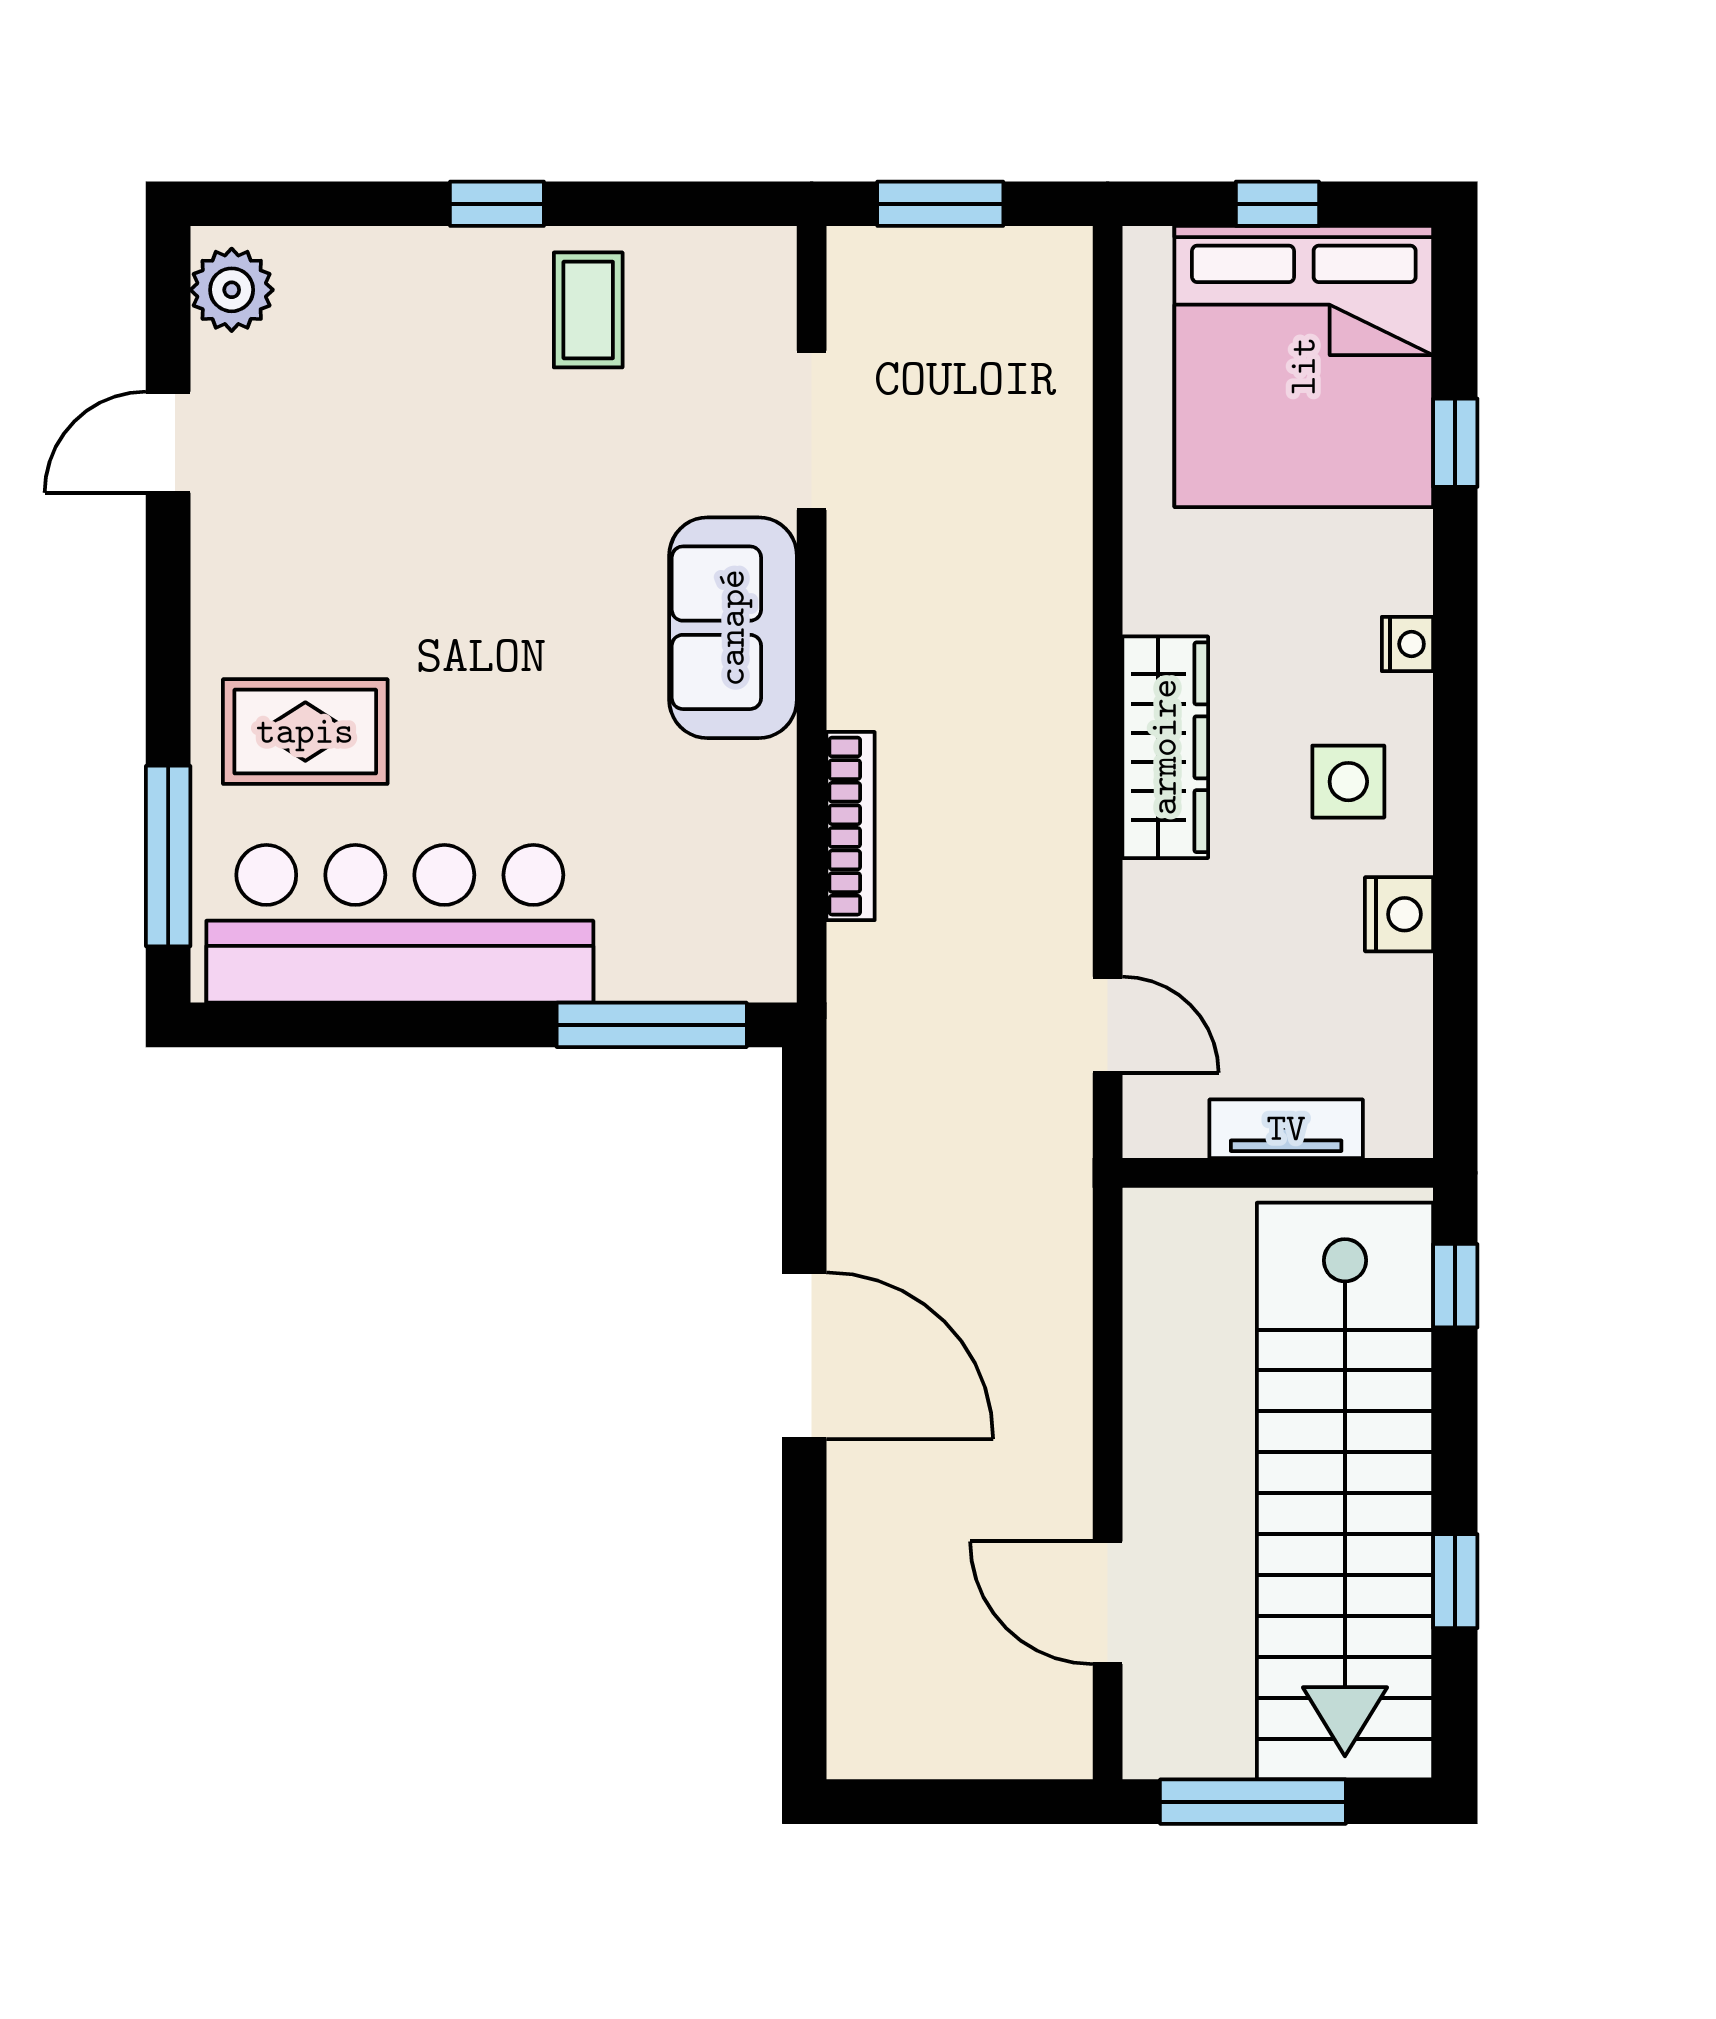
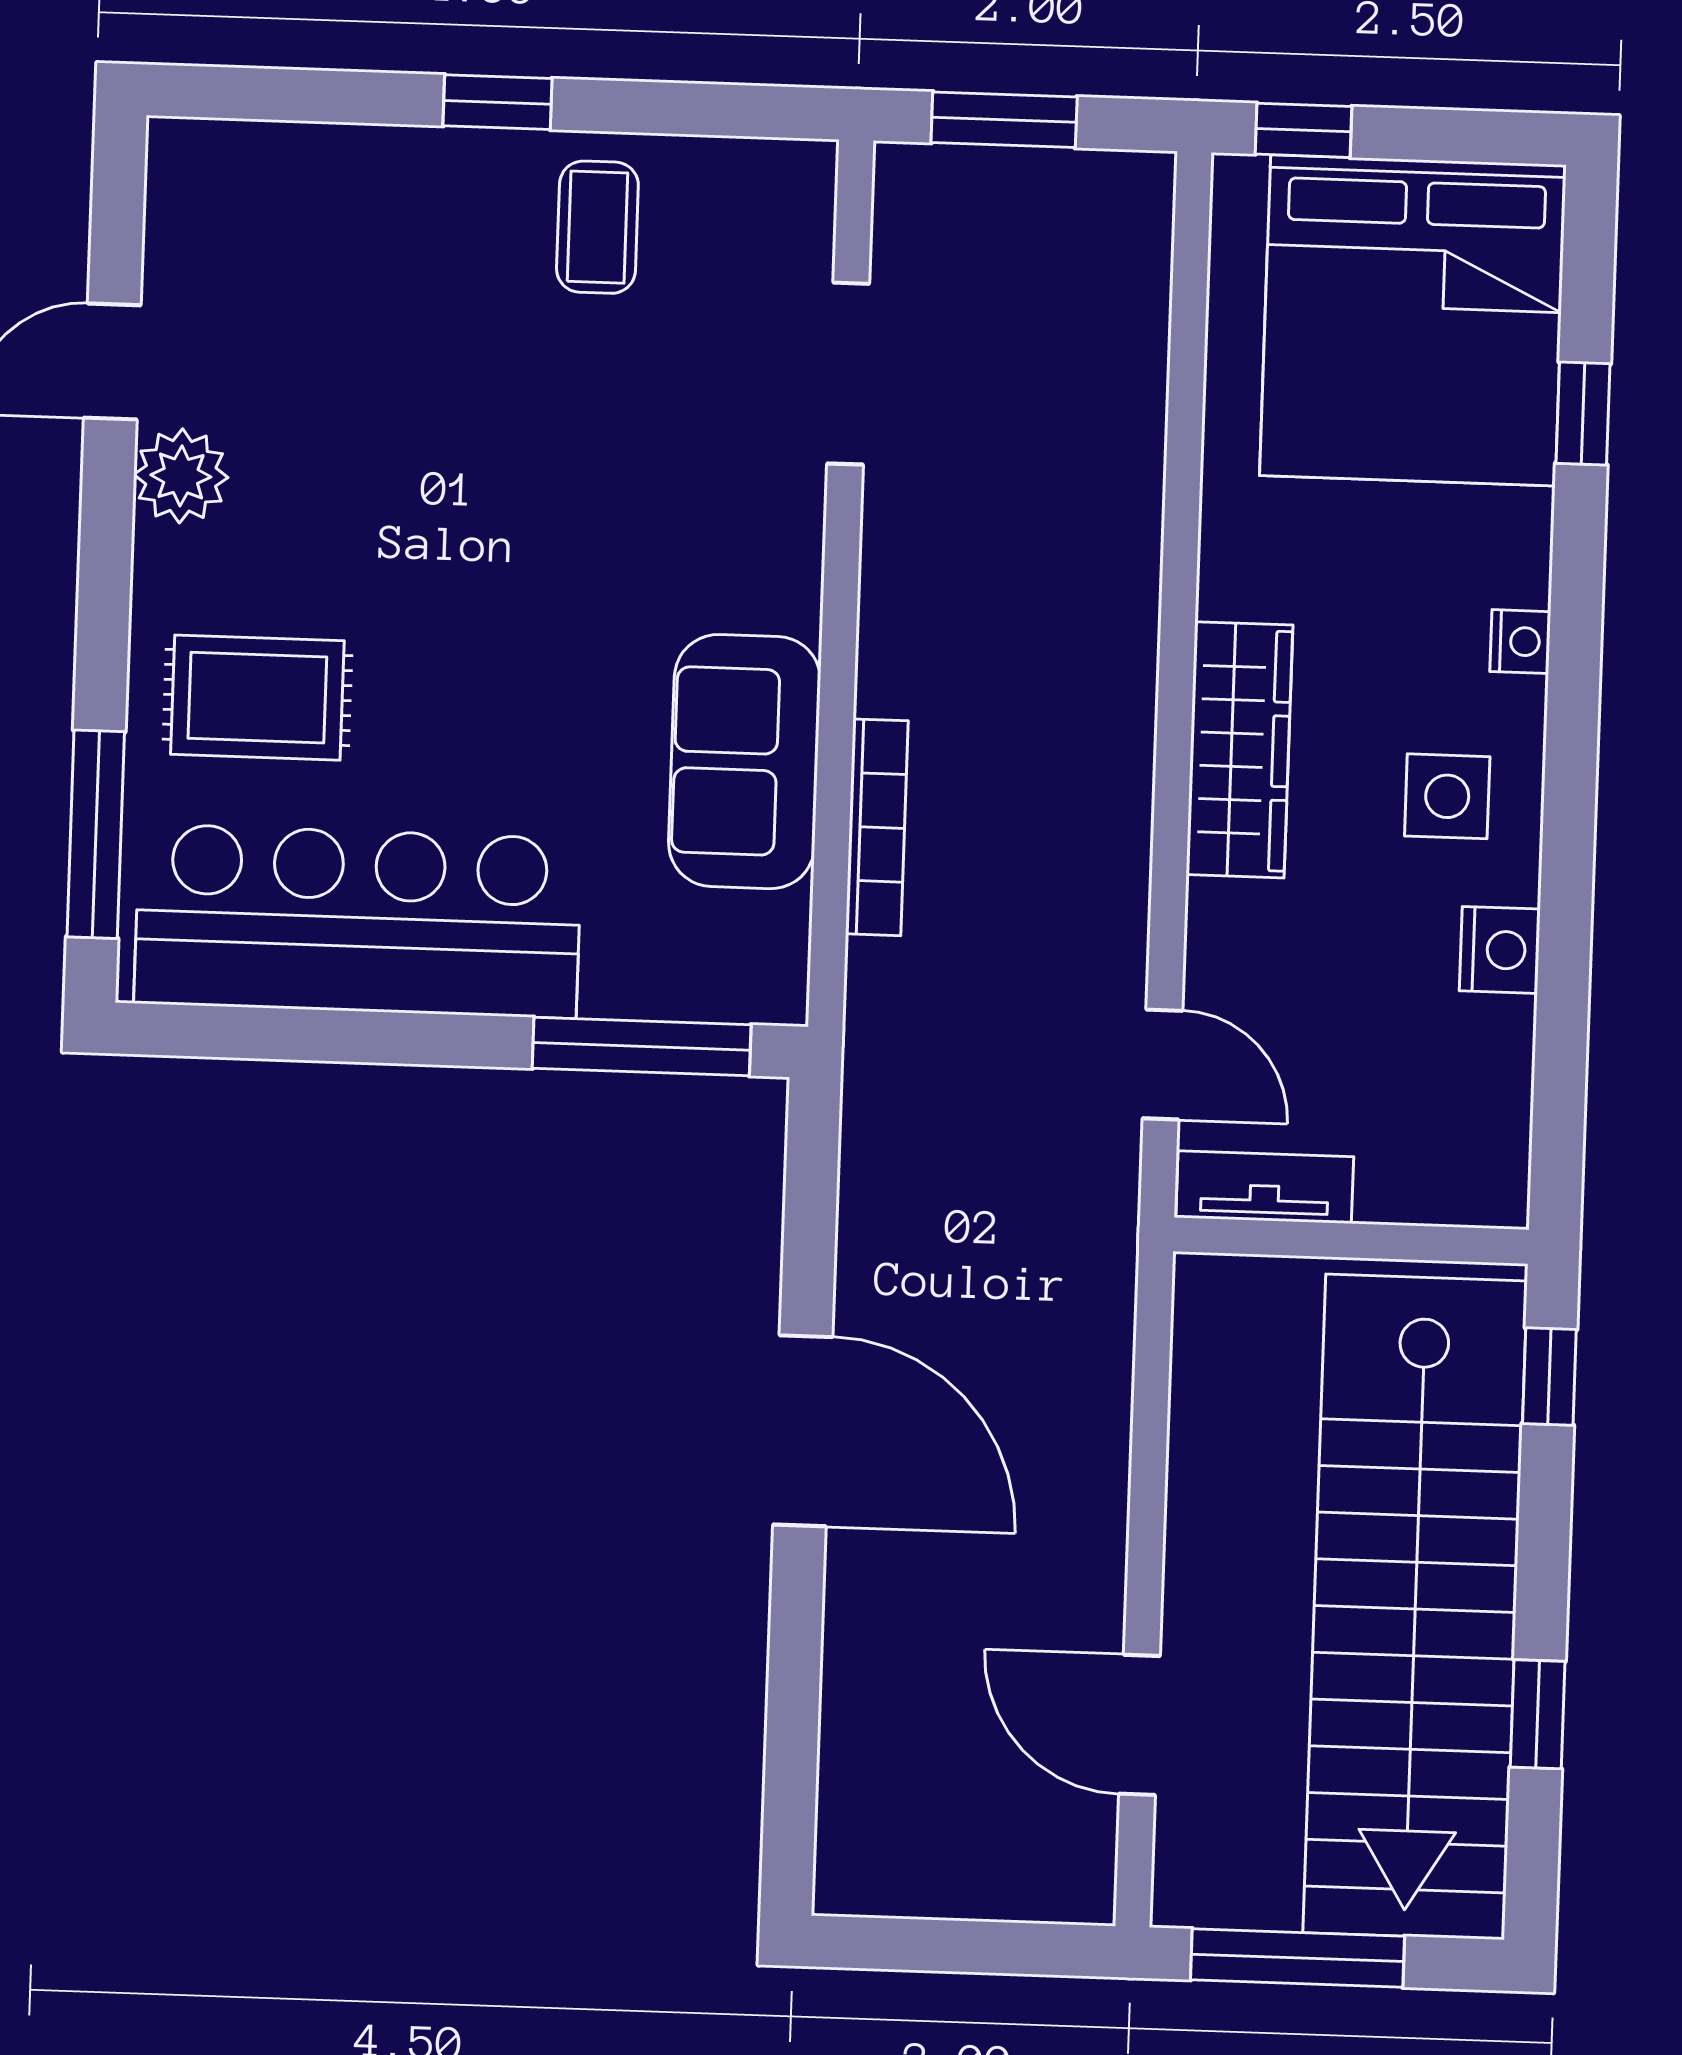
window: (1277, 204) -> (1303, 130), moved
plant: (232, 290) -> (181, 476), moved
sofa: (733, 628) -> (745, 762), moved
tv unit: (1286, 1129) -> (1265, 1187), moved

